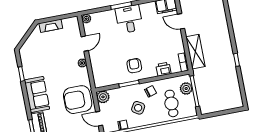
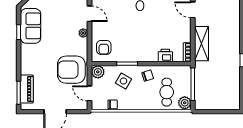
door: (85, 44) -> (90, 14), hinge flipped
armchair: (134, 66) -> (104, 47), moved, turned 180
plant: (186, 89) -> (185, 103), moved
sofa: (37, 95) -> (31, 26), moved
side table: (138, 108) -> (123, 81), moved

